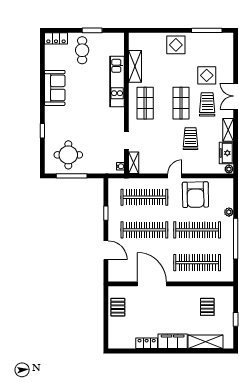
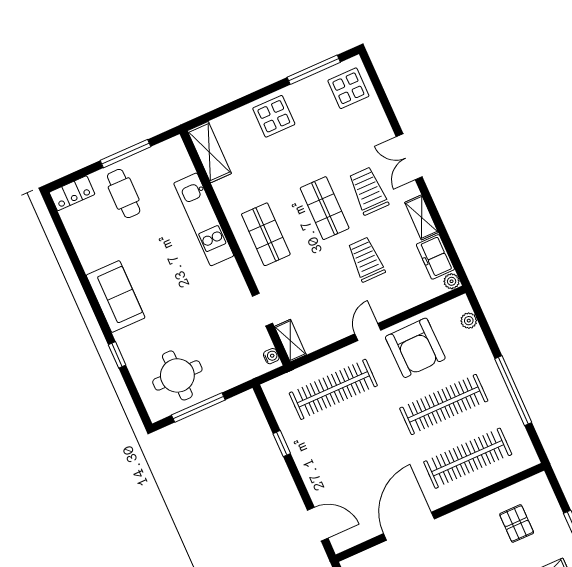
window: (92, 30) -> (126, 154), width x1.44
shelving: (135, 66) -> (209, 152), moved
display table: (207, 75) -> (348, 88), moved
sofa: (55, 88) -> (116, 297), moved
plant: (229, 212) -> (469, 321), moved
clothes rail: (144, 230) -> (357, 443), removed
door: (106, 250) -> (318, 524), moved
door: (152, 284) -> (409, 526), hinge flipped

